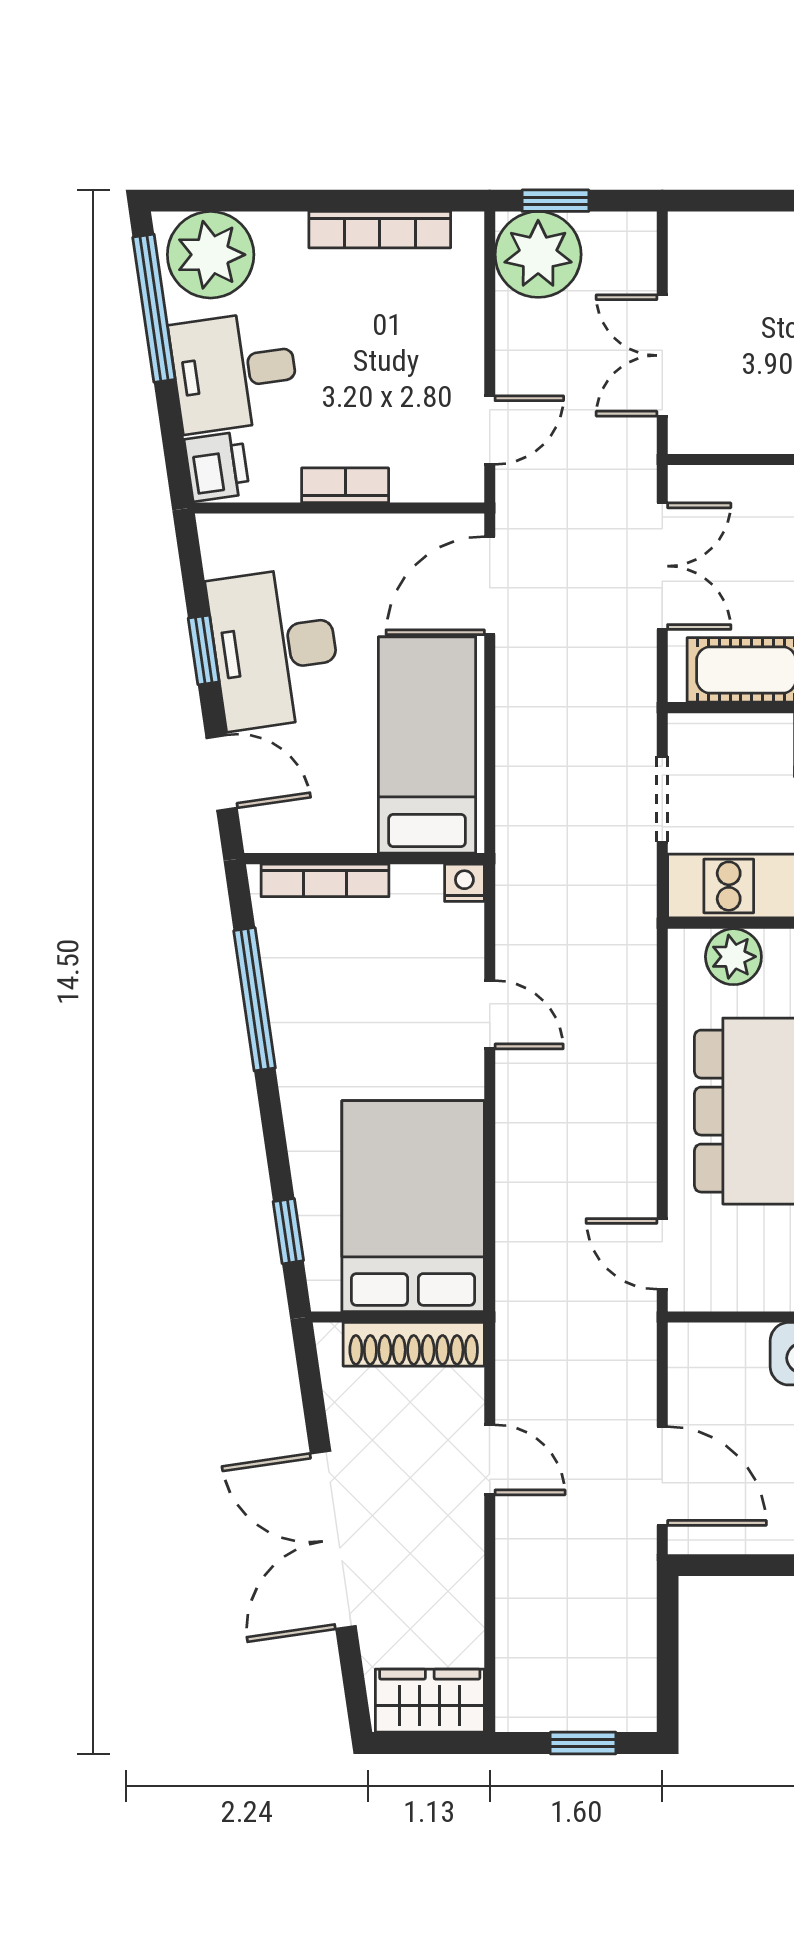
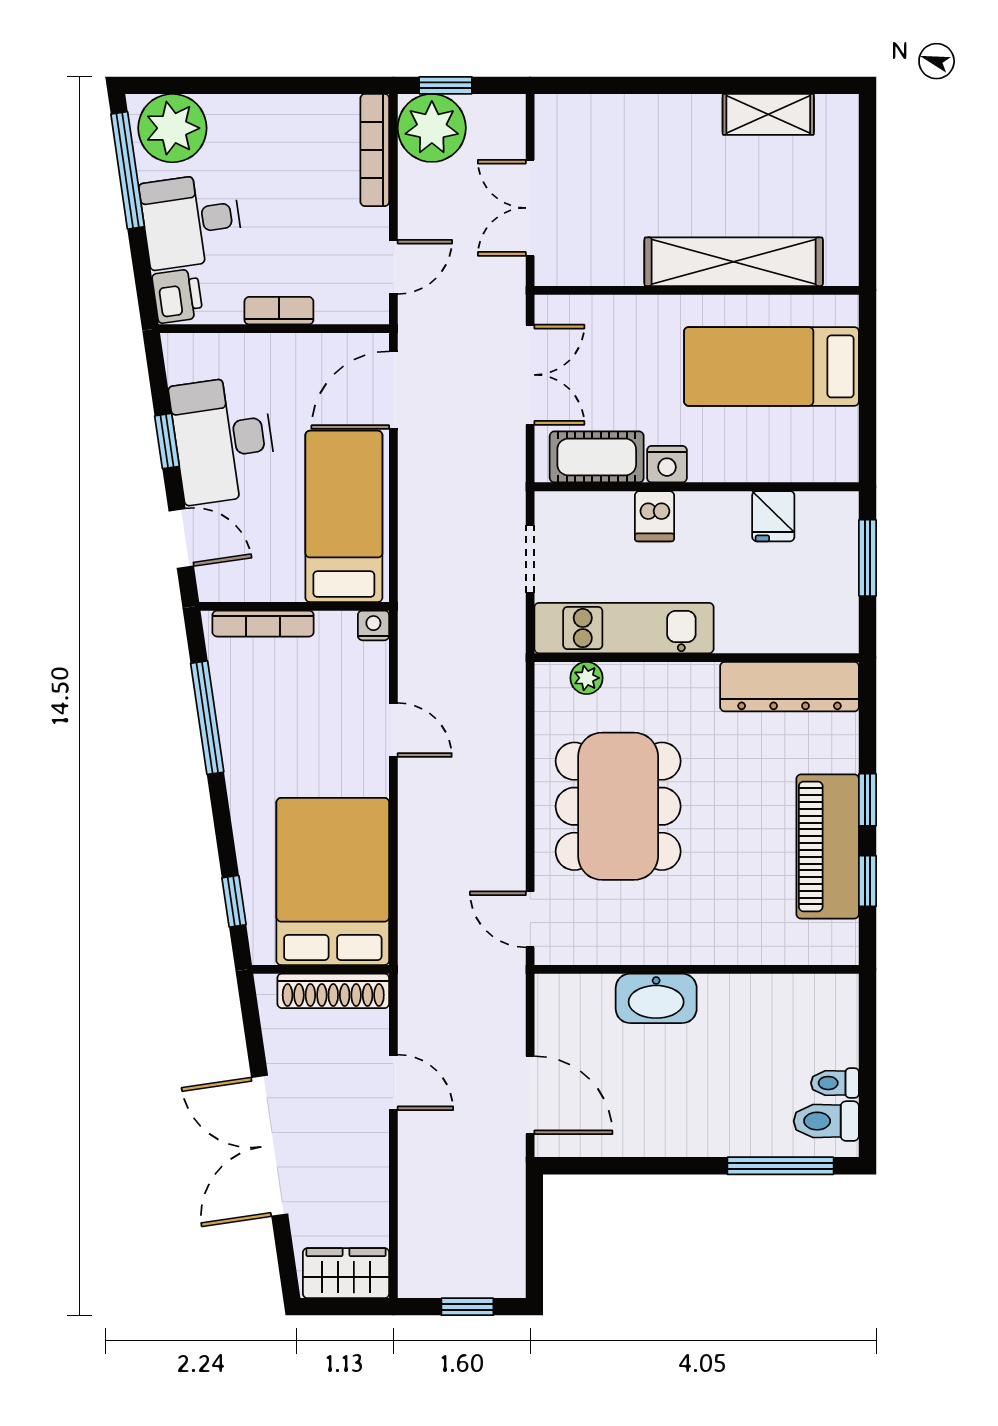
bookcase: (380, 230) -> (375, 150), moved, turned 90
plant: (733, 957) -> (587, 678), width x0.73, depth x0.73

